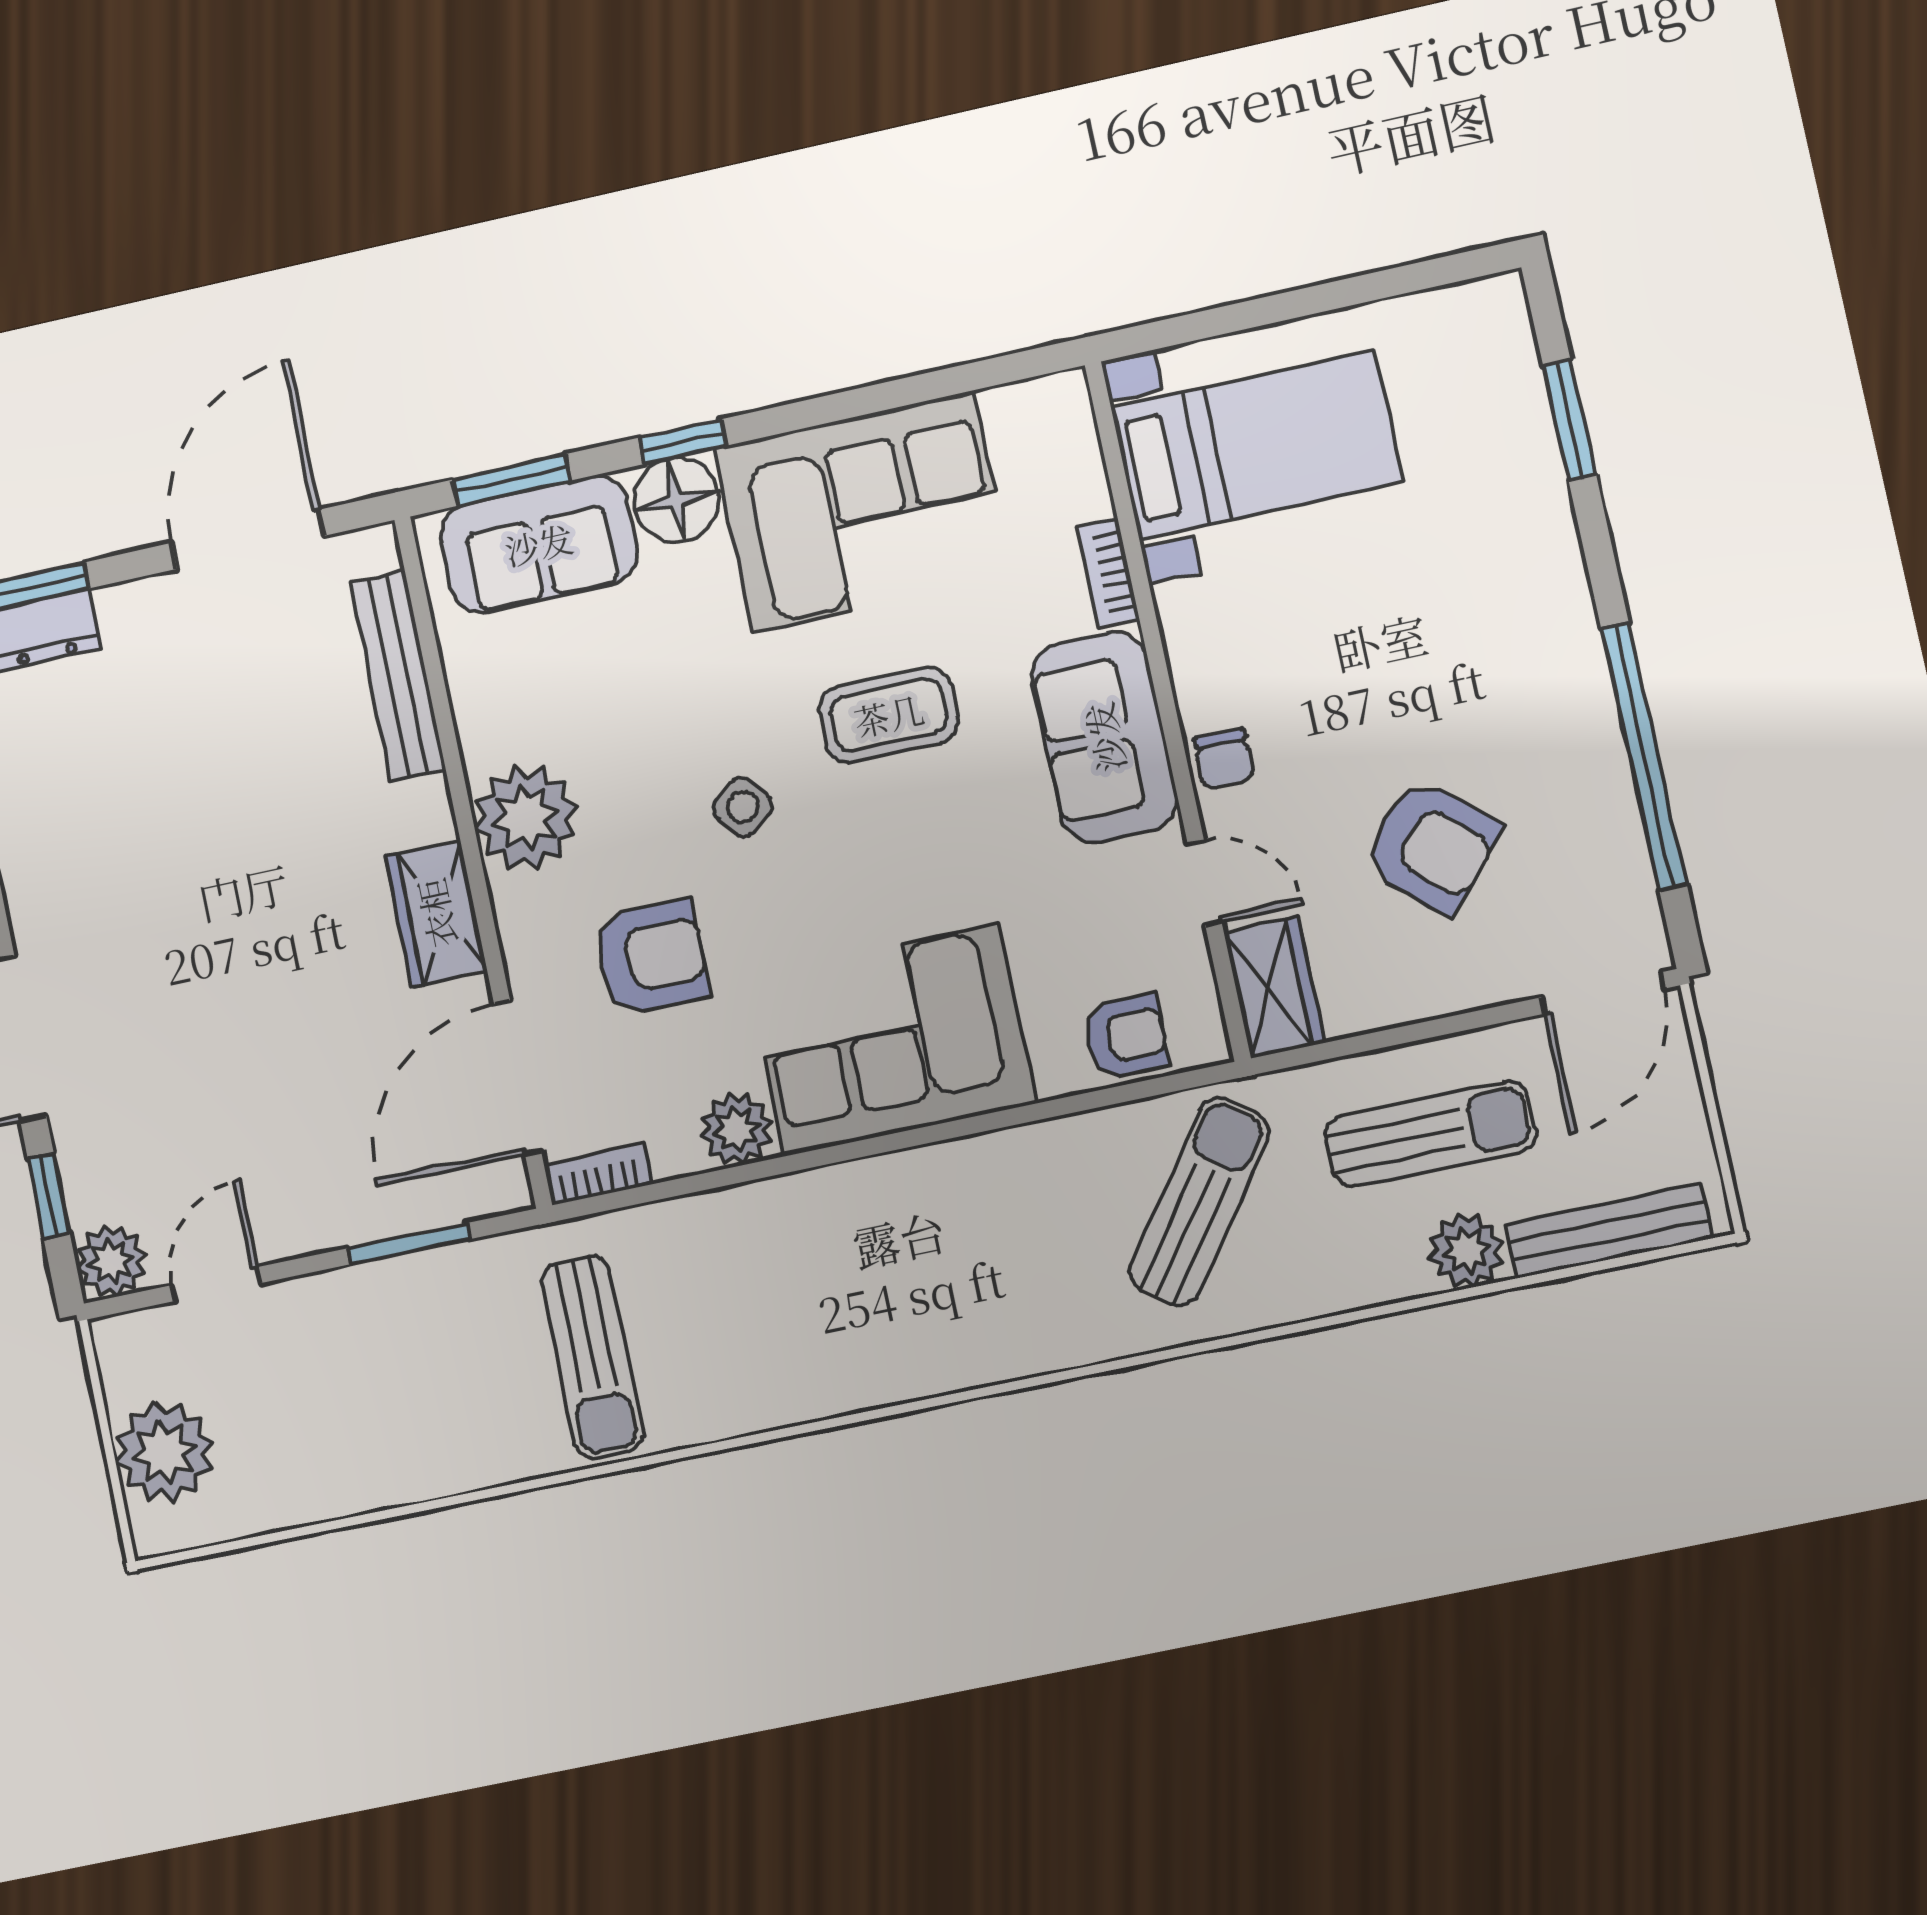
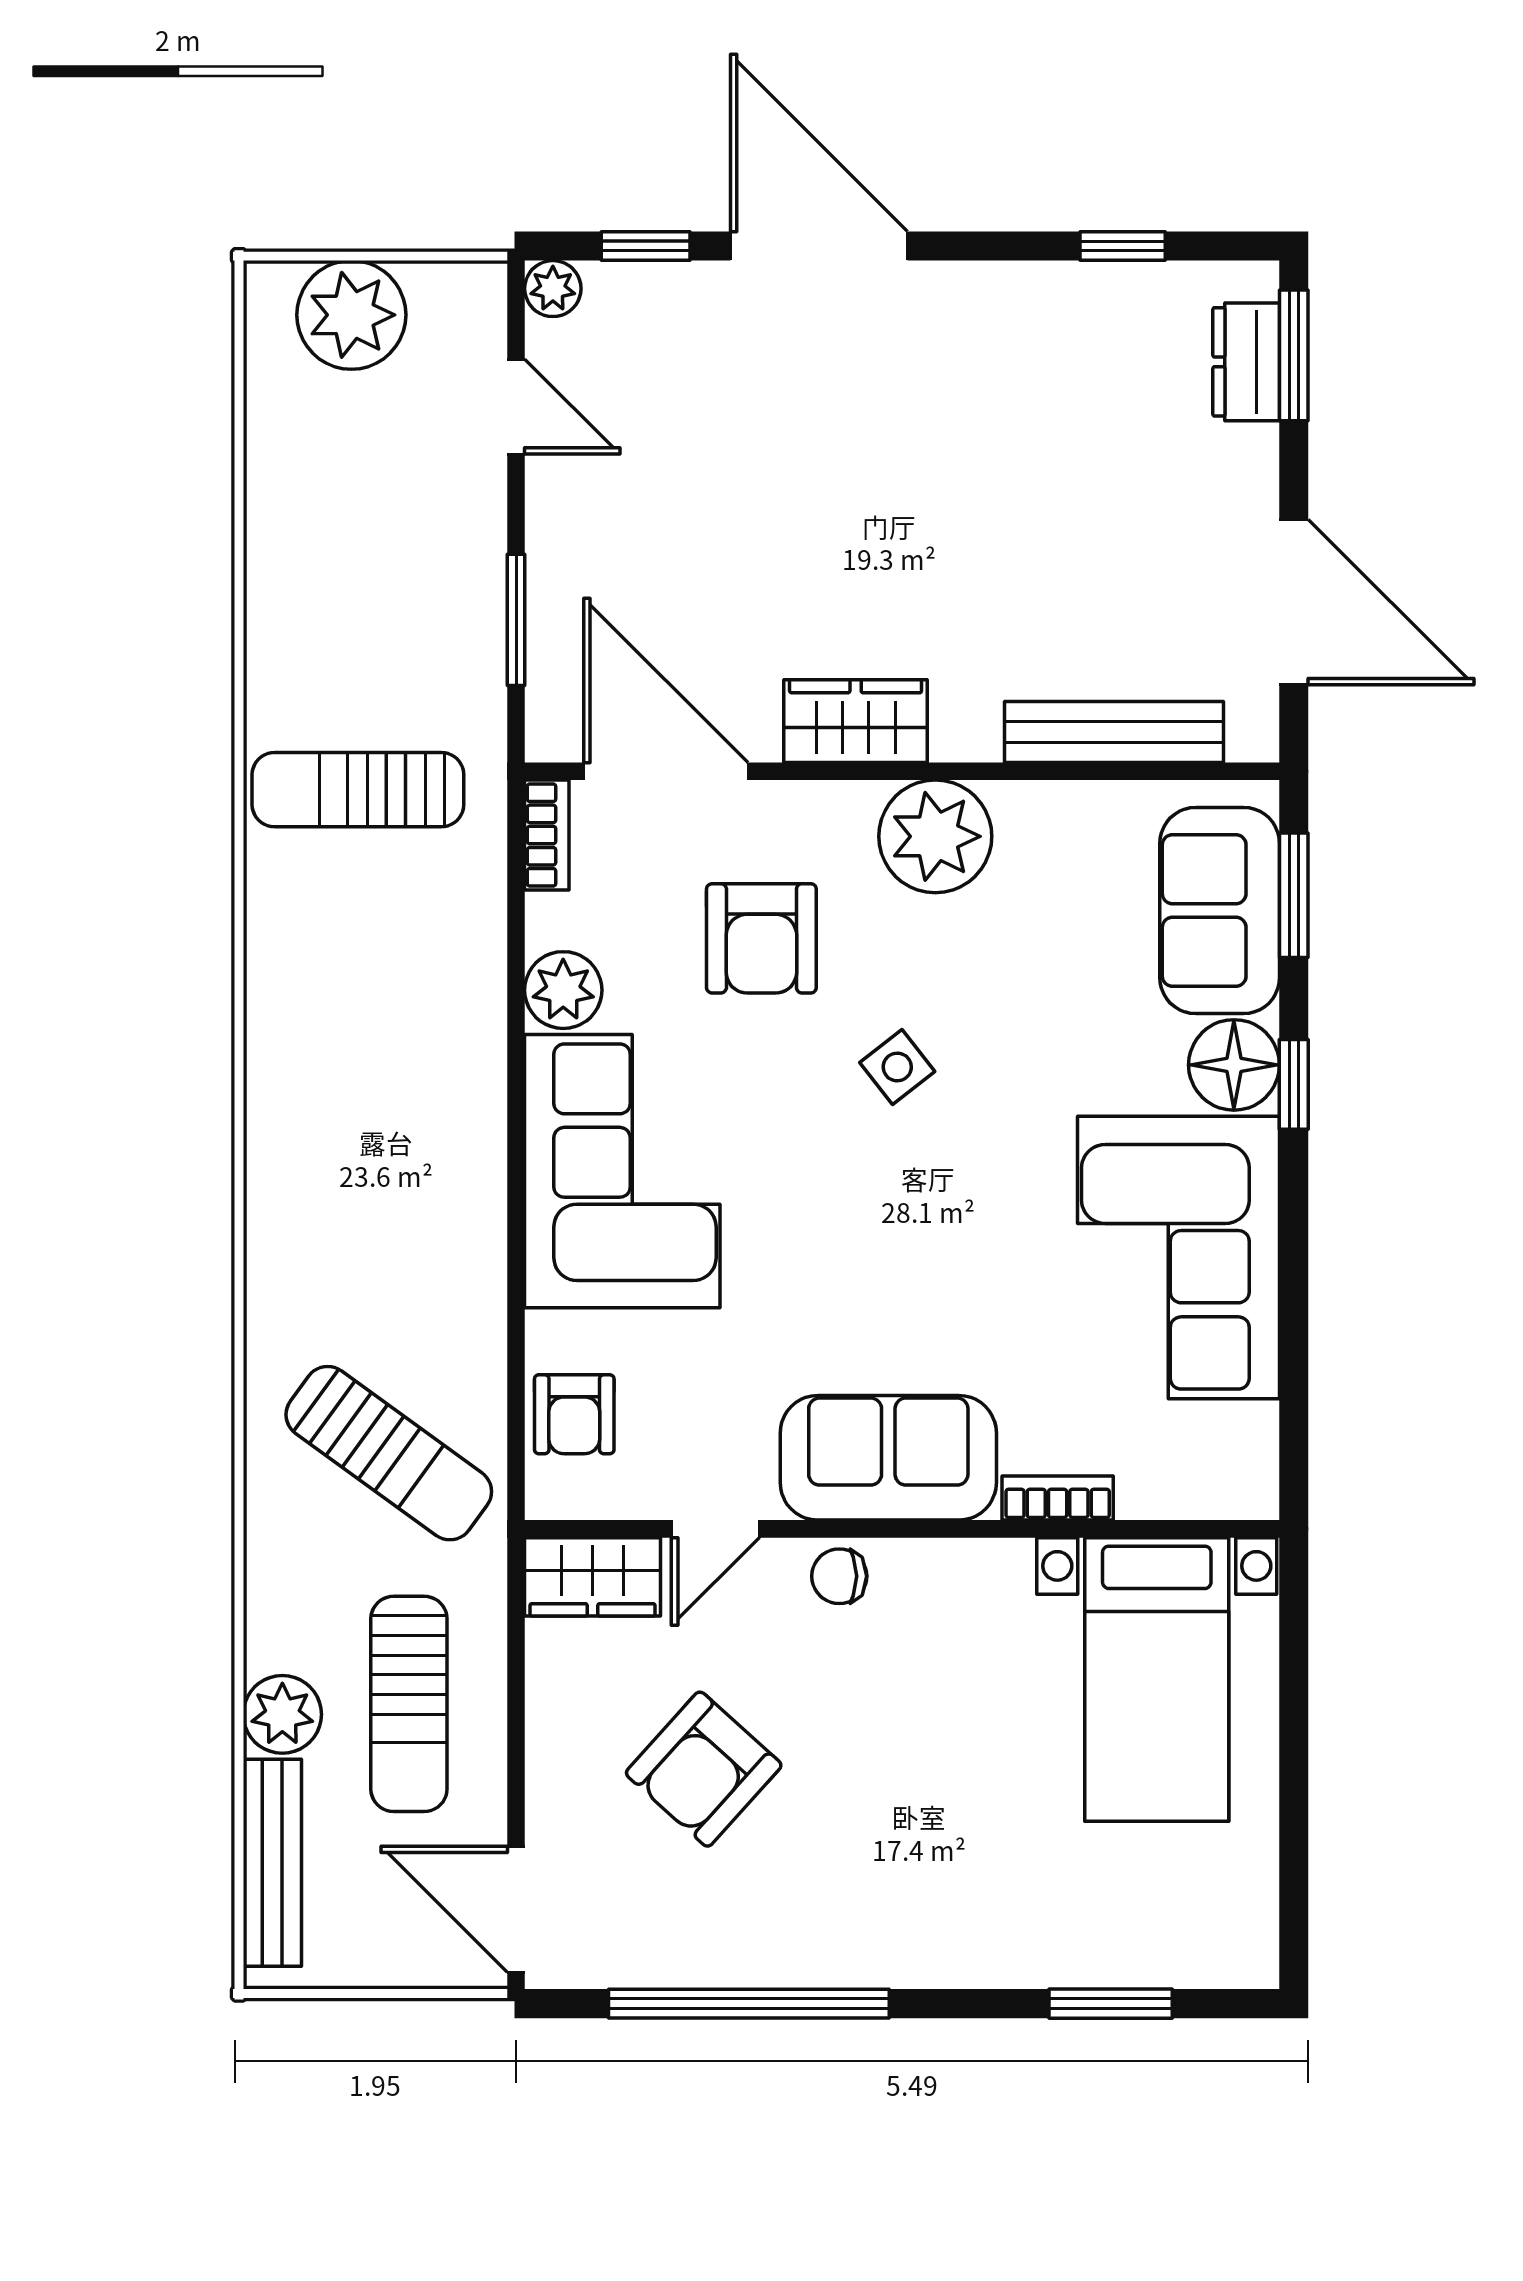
coffee table: (889, 715) -> (960, 1239), removed
plant: (111, 1261) -> (553, 289), width x0.73, depth x0.73

